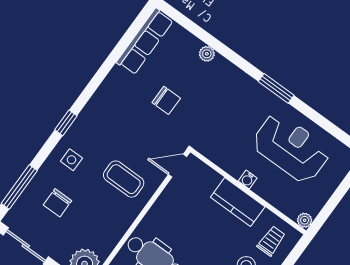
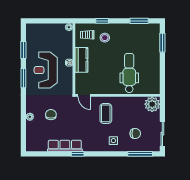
row of seats: (145, 41) -> (65, 146), moved
chair: (166, 100) -> (51, 115), moved
window: (321, 121) -> (23, 50), added
window: (66, 123) -> (78, 154), moved
reception desk: (291, 148) -> (46, 70), moved

